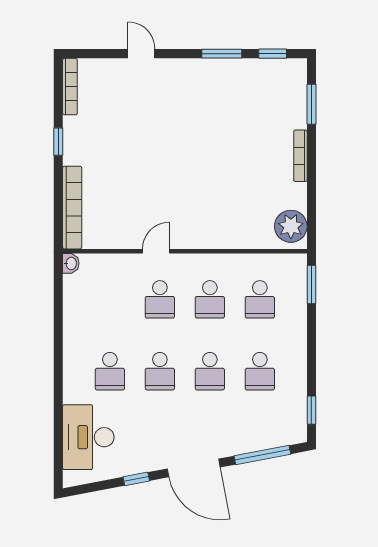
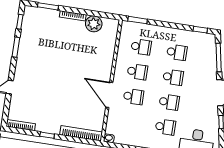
plant: (291, 226) -> (94, 24), moved
door: (156, 251) -> (109, 95), width x1.88

